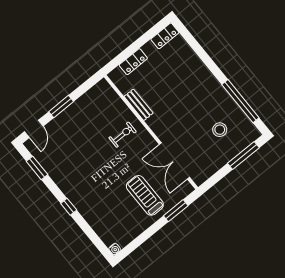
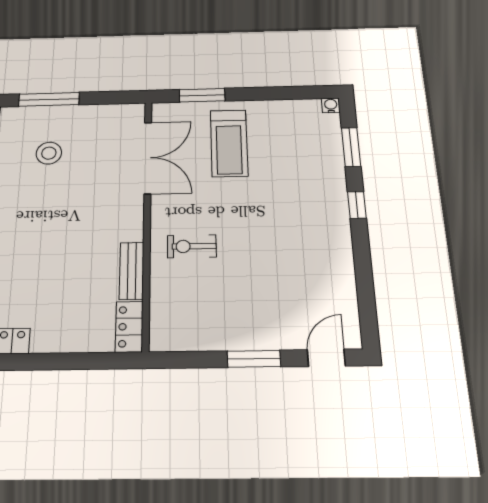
locker: (133, 62) -> (129, 327), moved, turned -90
window: (37, 168) -> (351, 147), moved

